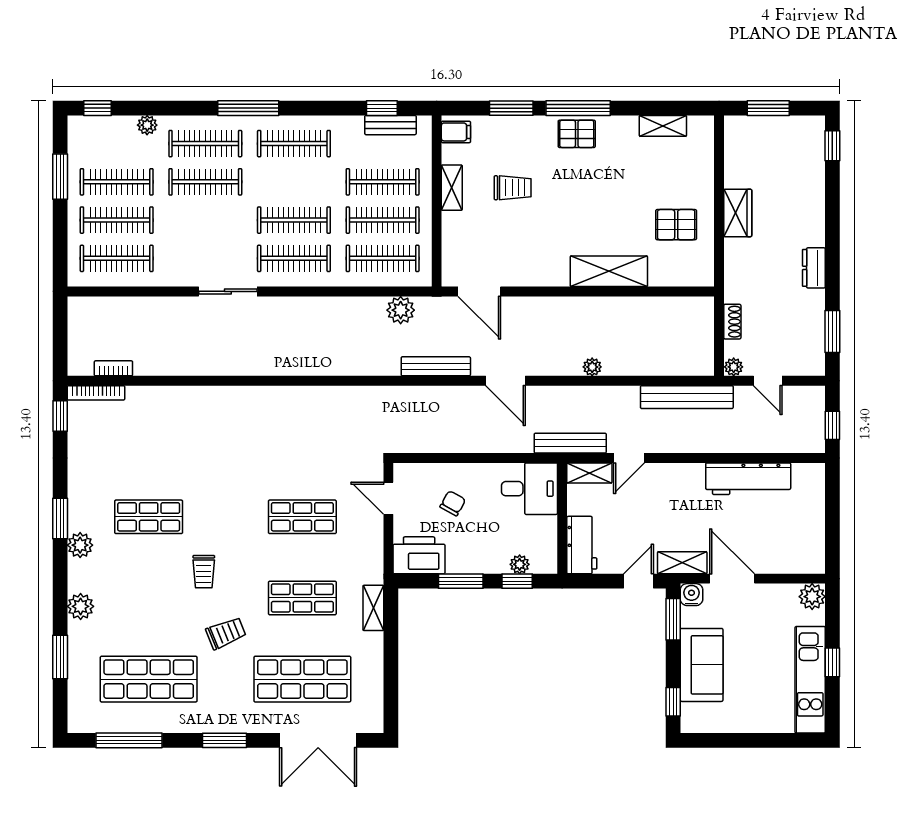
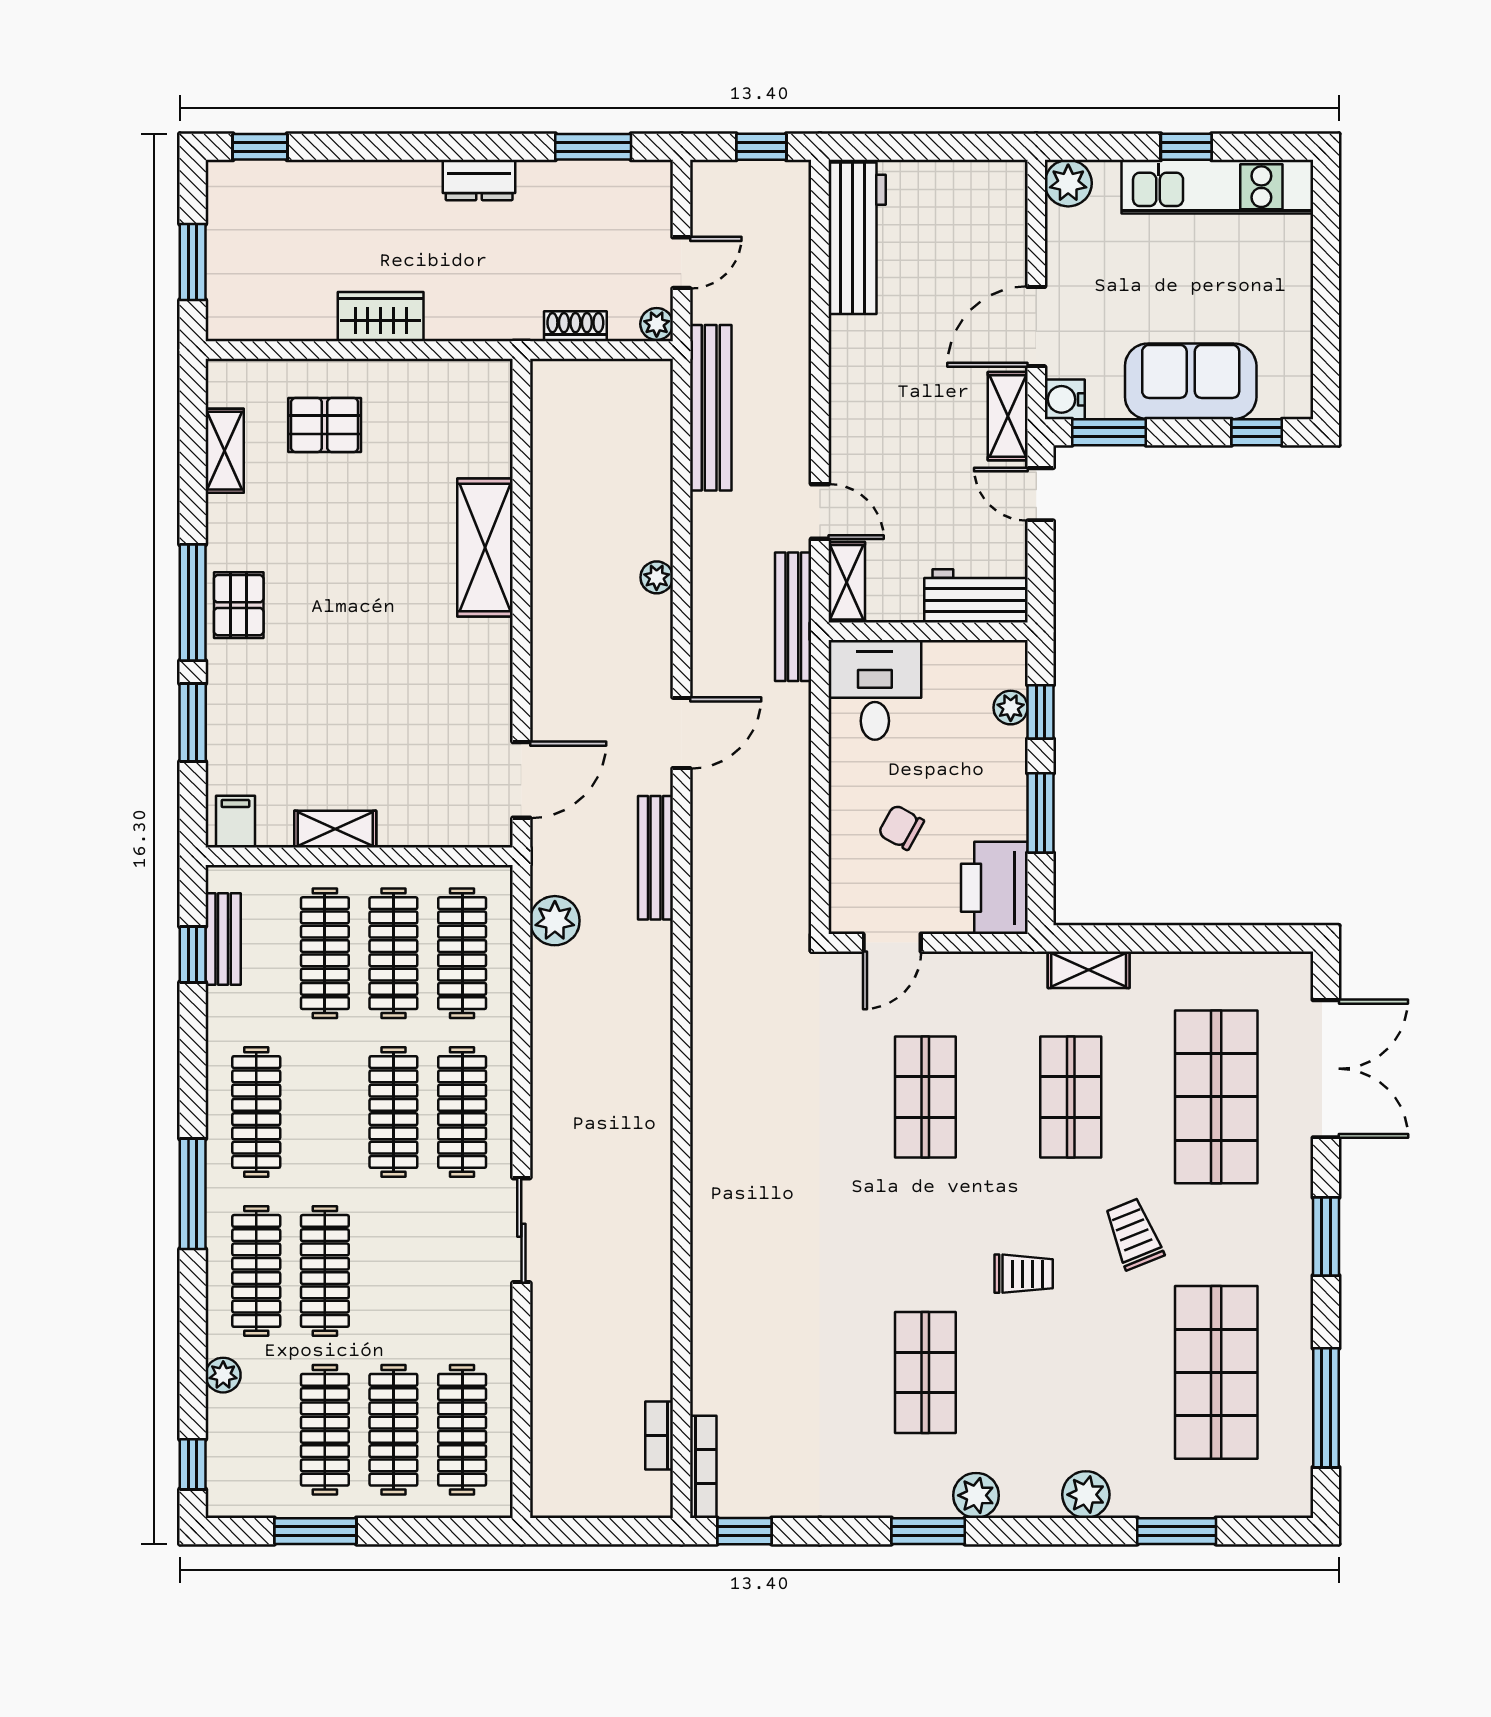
trolley: (513, 188) -> (335, 720), removed
pallet: (676, 225) -> (325, 425), moved, turned 90
workbench: (748, 479) -> (857, 238), moved

